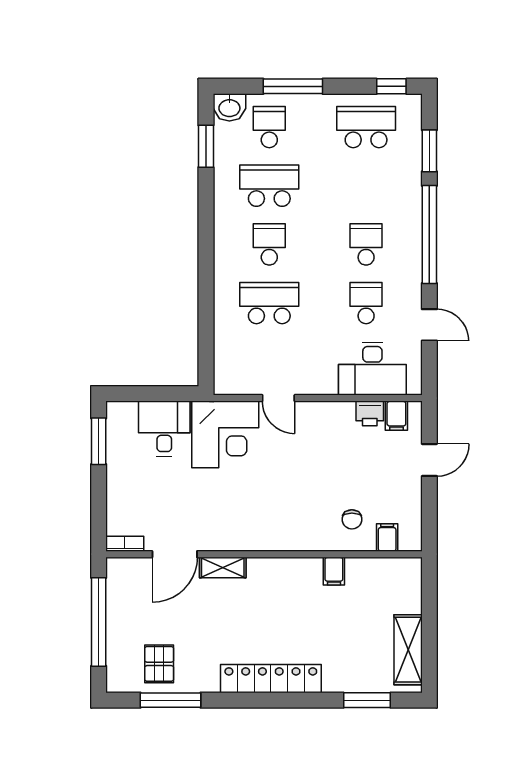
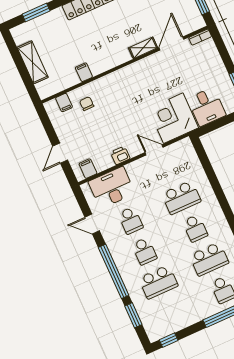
school desk: (366, 127) -> (158, 282), moved
printer: (370, 413) -> (120, 155), moved
shelving: (408, 650) -> (33, 62), moved

